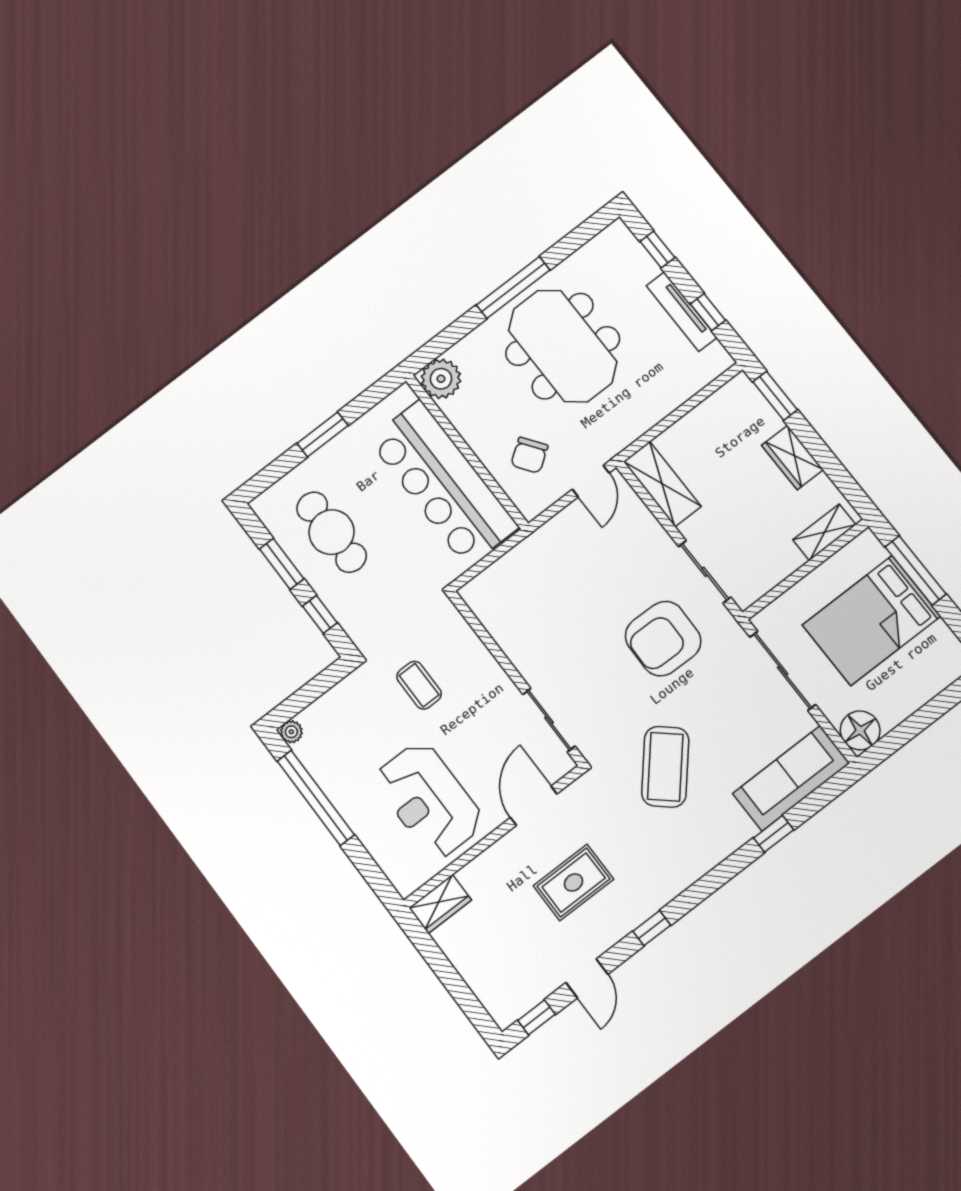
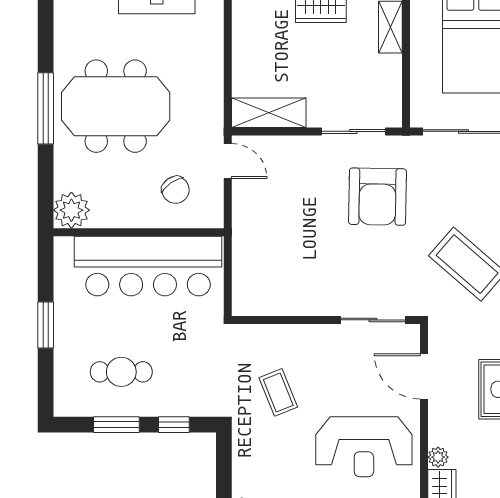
cafe table: (332, 532) -> (121, 372), width x0.73, depth x0.74
coffee table: (419, 685) -> (278, 392), turned 68
plant: (471, 875) -> (438, 457), added

